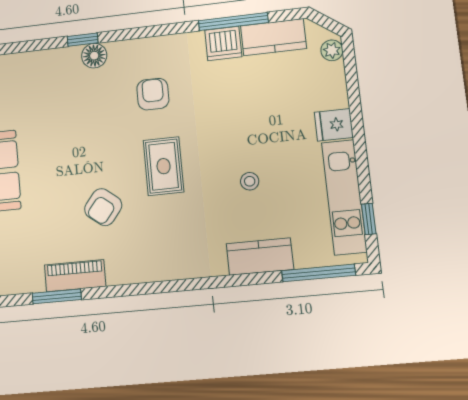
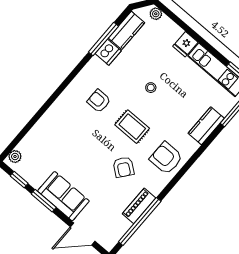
window: (83, 40) -> (46, 106), removed
floor lamp: (94, 56) -> (58, 108), removed
stool: (250, 181) -> (151, 88), moved
armchair: (168, 248) -> (166, 158), added
window: (57, 296) -> (140, 221), width x2.11

